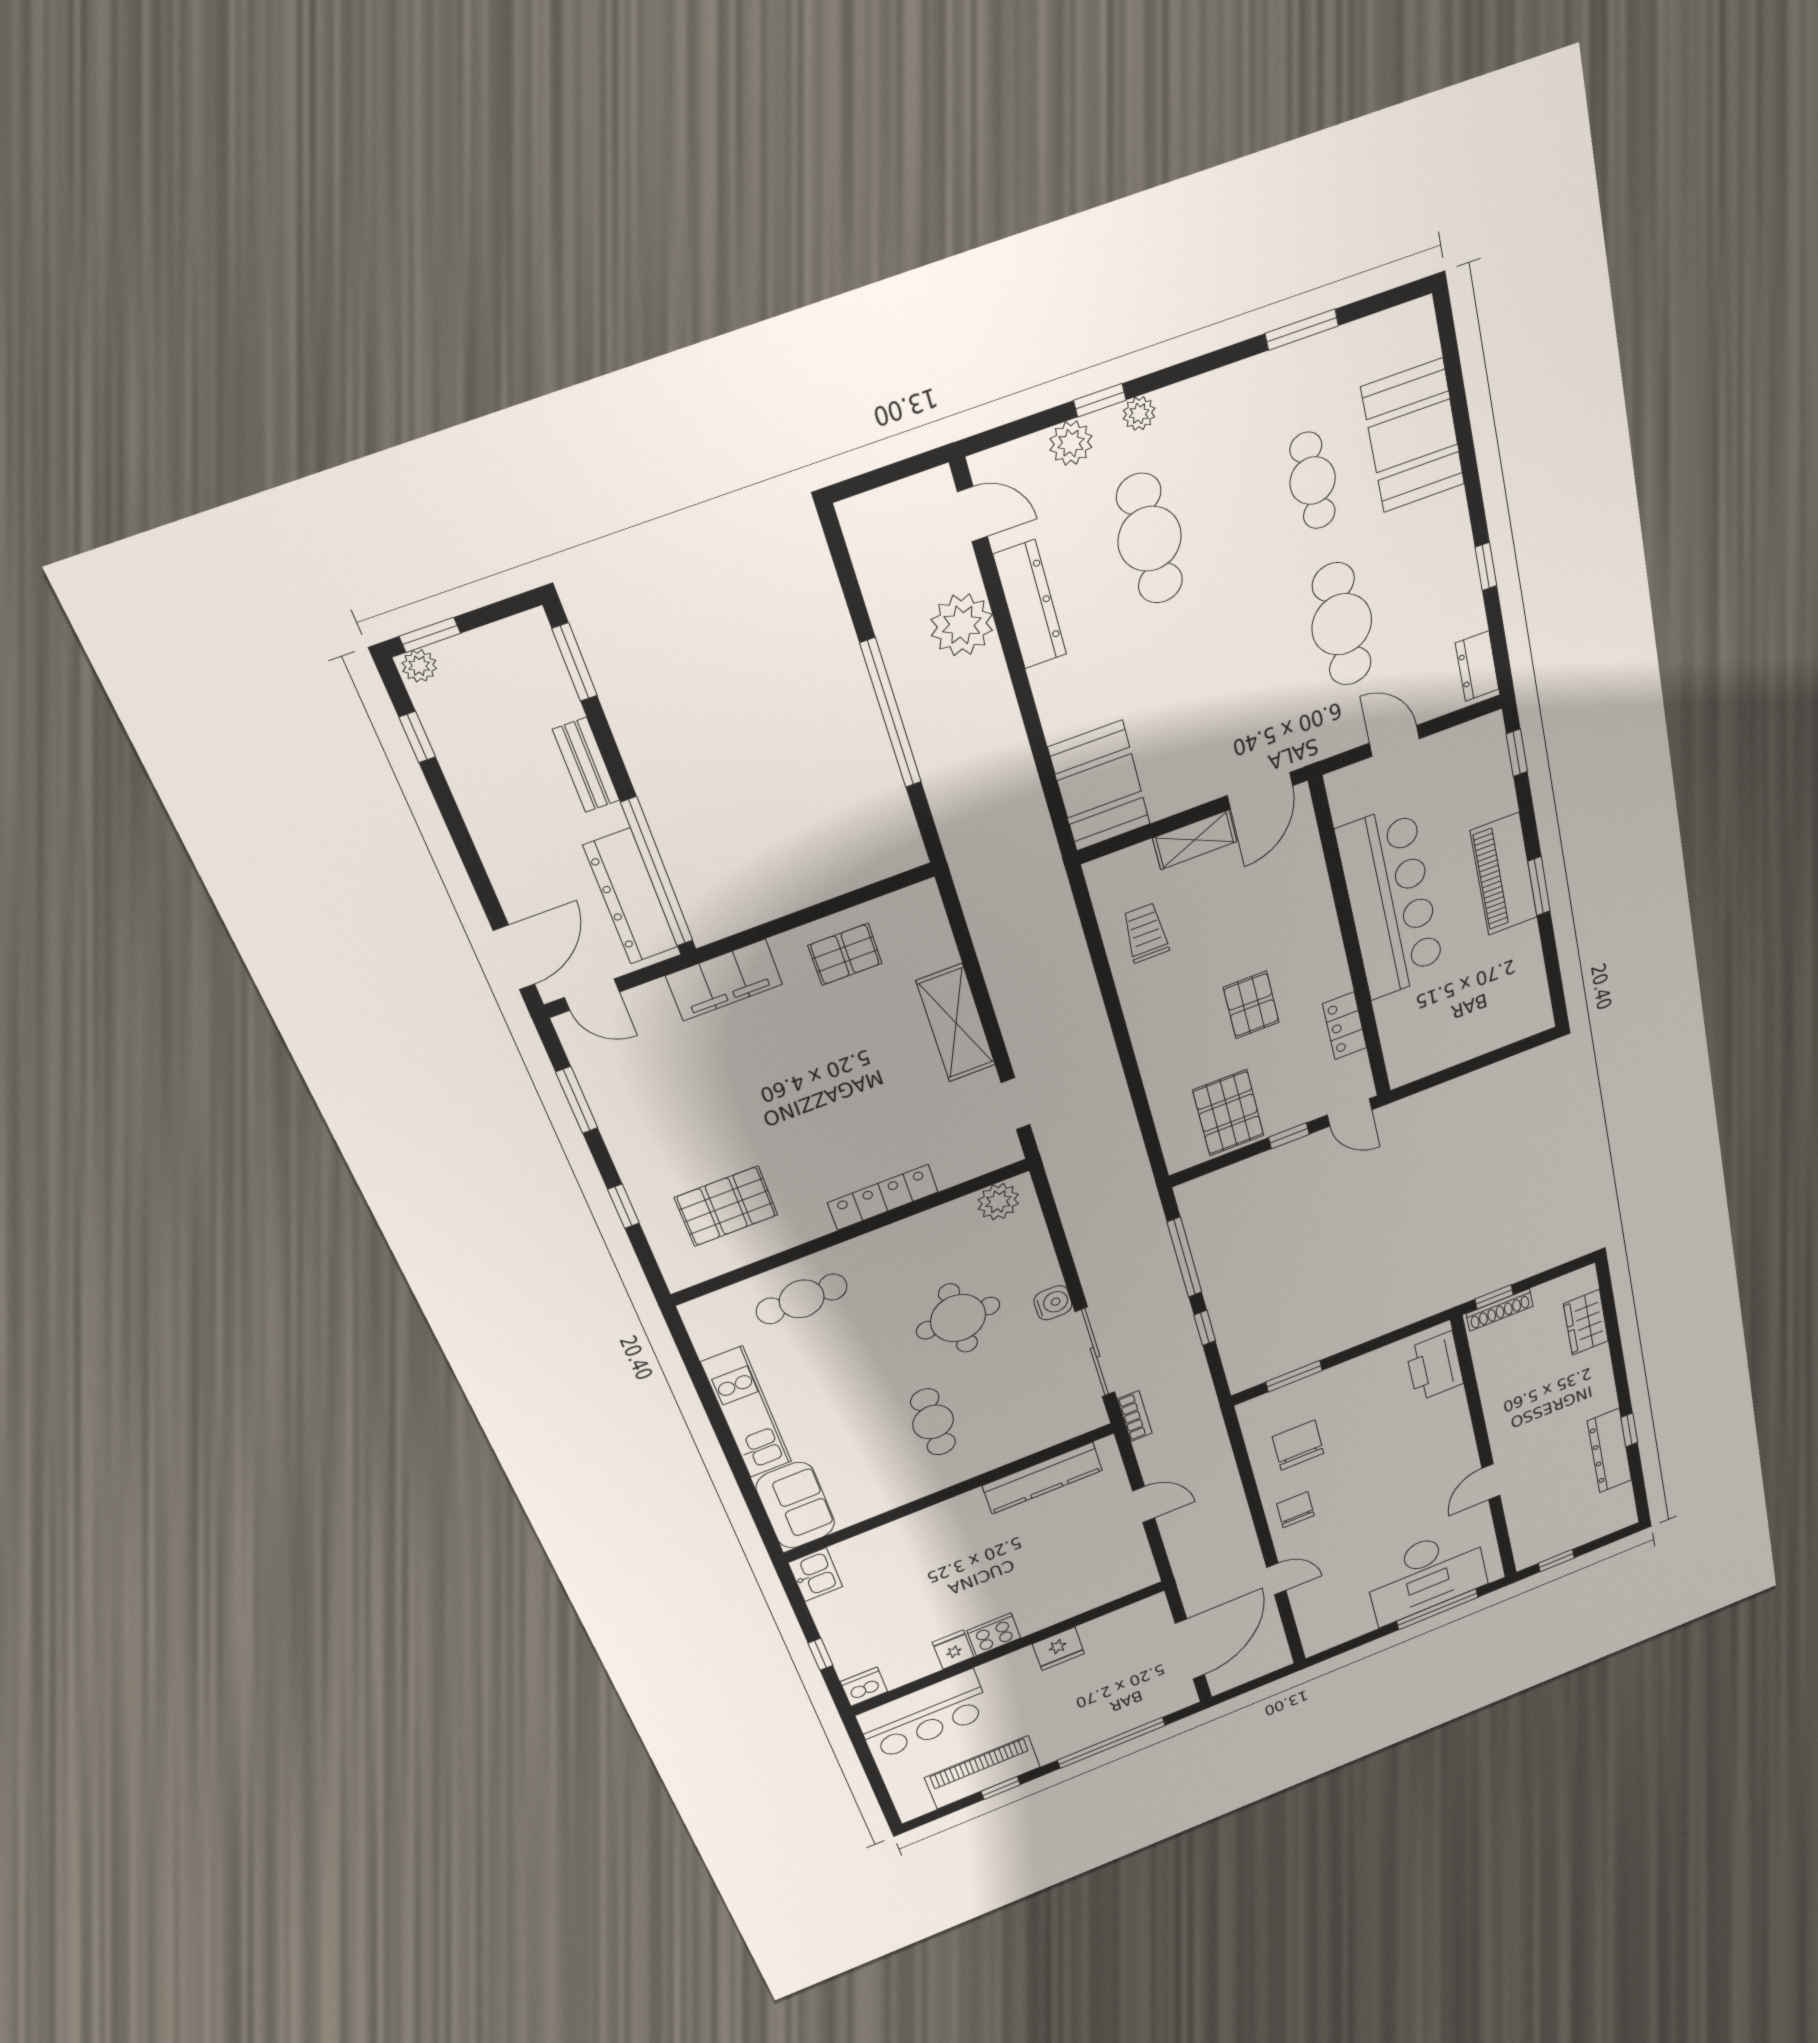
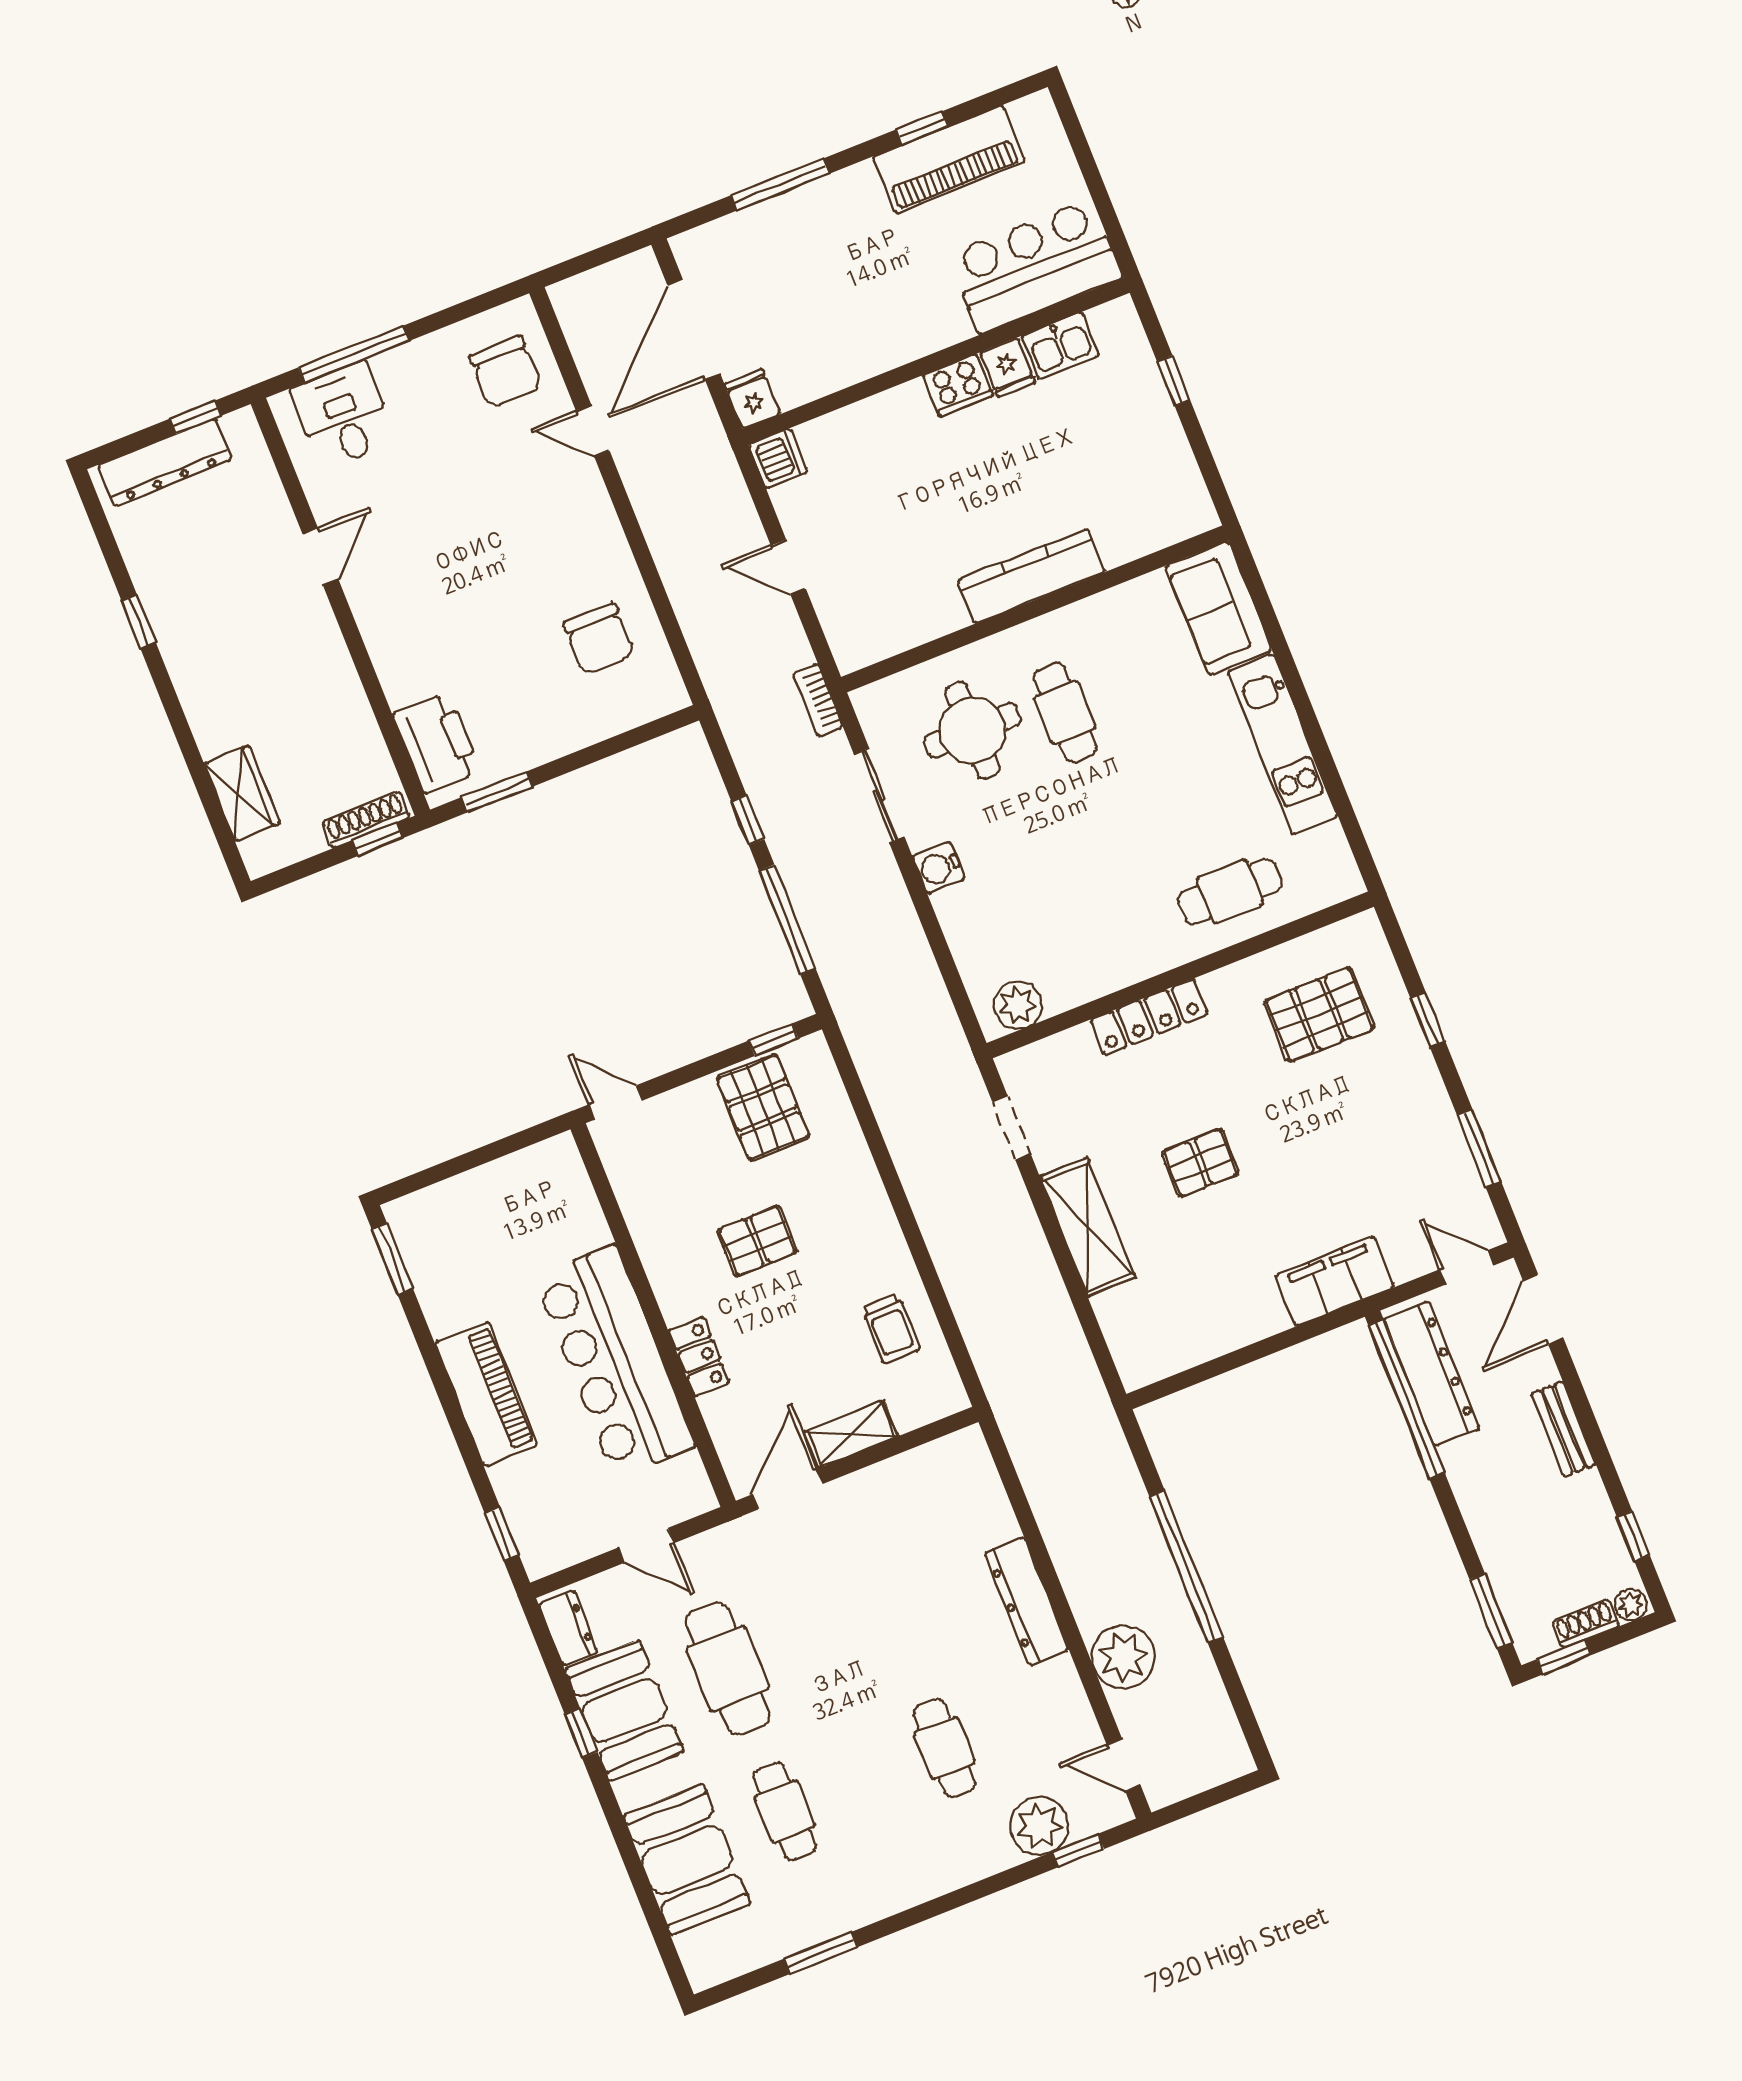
window: (1100, 400) -> (1078, 1850), moved
plant: (1139, 414) -> (971, 1867), removed
plant: (1071, 443) -> (1039, 1826), width x1.36, depth x1.36
cafe table: (1150, 539) -> (944, 1748), width x0.73, depth x0.74
dresser: (1030, 605) -> (1027, 1602), moved
window: (430, 635) -> (1564, 1657), moved
shoe rack: (470, 647) -> (1585, 1624), added
bench: (586, 765) -> (1563, 1429), moved
booth: (1099, 786) -> (624, 1710), moved
window: (1539, 886) -> (392, 1259), moved
pallet: (845, 954) -> (1200, 1163), moved
pallet: (1251, 1005) -> (757, 1241), turned 90
locker: (1345, 1026) -> (699, 1357), moved
window: (1289, 1136) -> (773, 1040), moved
round table: (958, 1318) -> (972, 730), moved
sliding door: (1095, 1352) -> (879, 796), width x0.73
window: (1294, 1376) -> (497, 792), moved
dresser: (1610, 1451) -> (165, 463), moved, turned 90
kitchen counter: (1042, 1478) -> (1031, 576), moved
chair: (1295, 1510) -> (506, 372), moved, width x1.37, depth x1.37
kitchen sink: (815, 1575) -> (1060, 346), moved, turned -90
desk: (1426, 1575) -> (343, 415), width x0.53, depth x0.77
fridge: (1058, 1649) -> (752, 399), moved, width x0.72
dishwasher: (864, 1687) -> (778, 458), moved, turned -90
window: (1111, 1743) -> (780, 185), width x0.68

